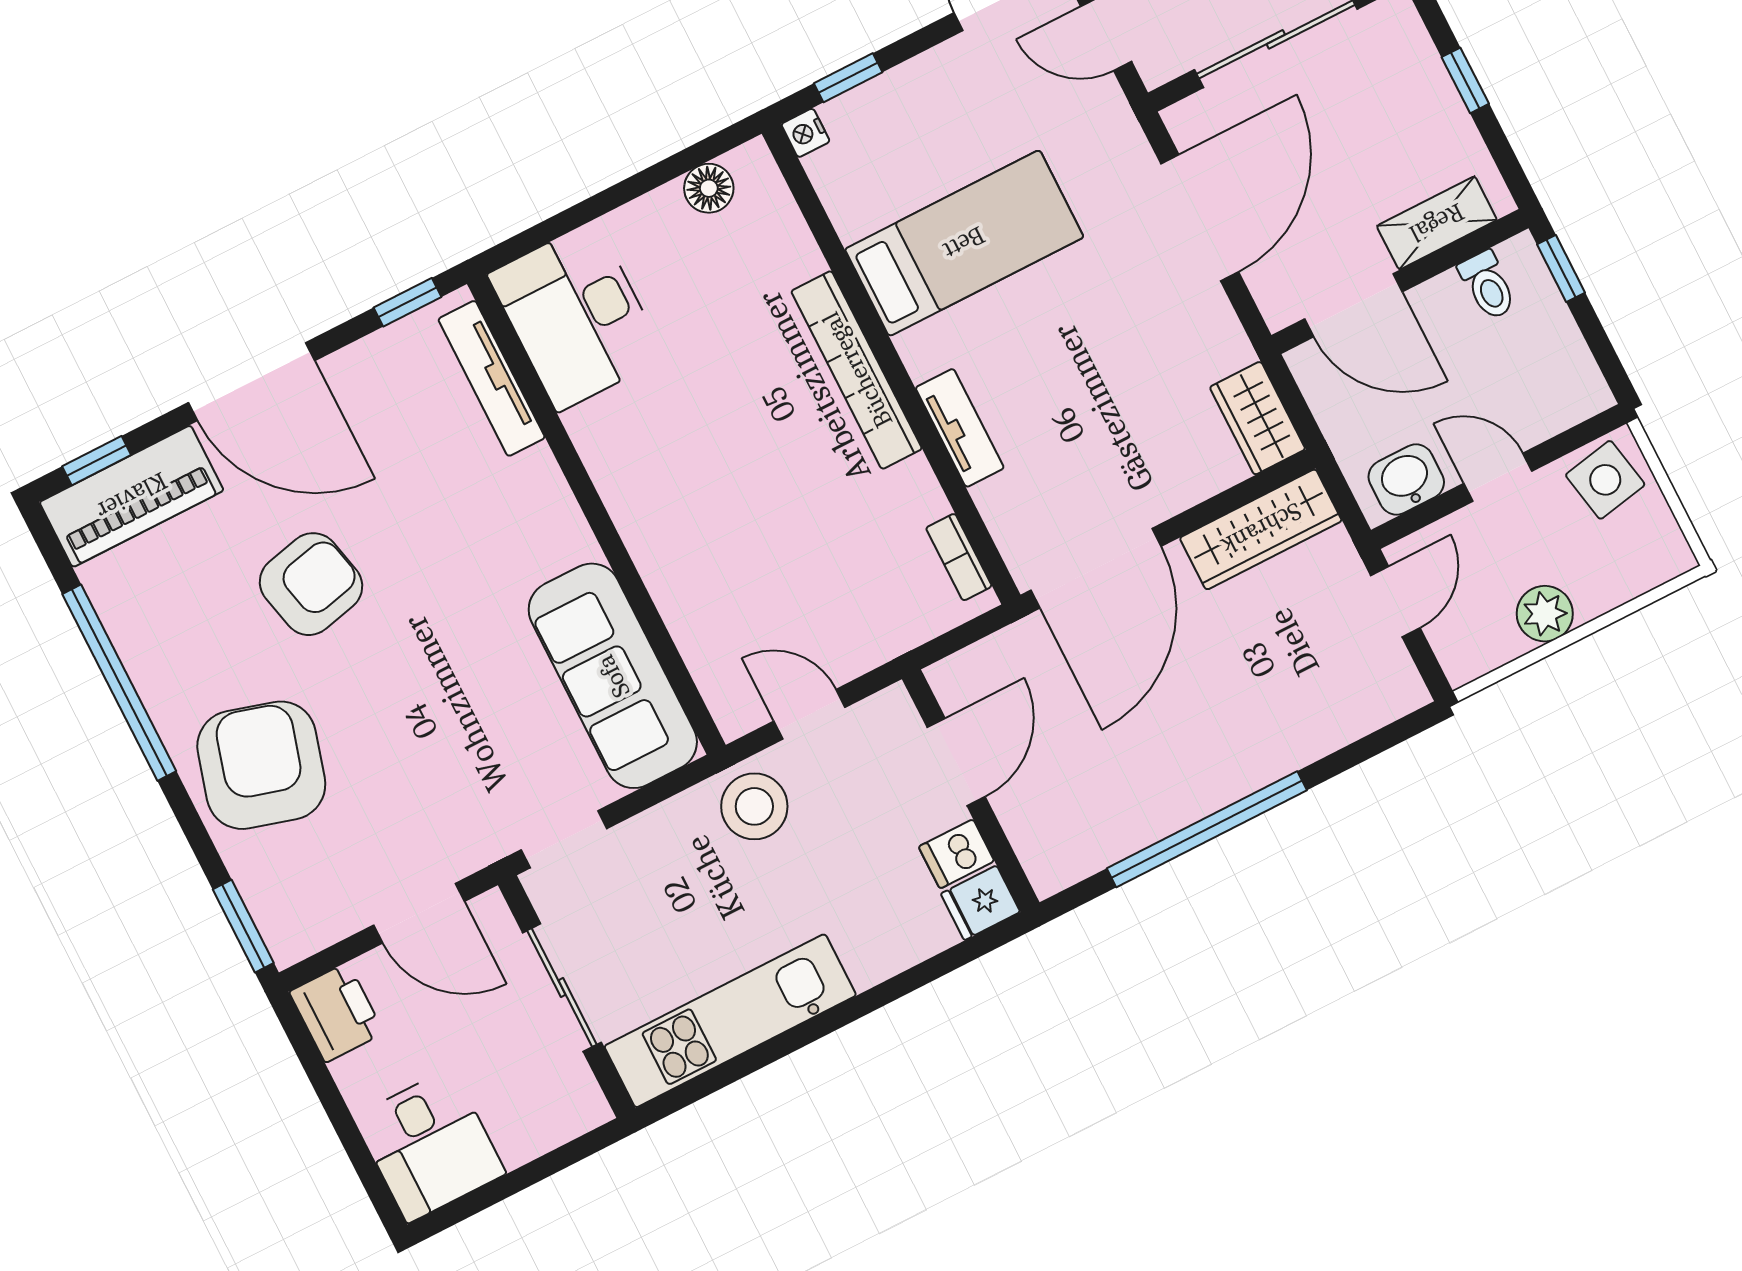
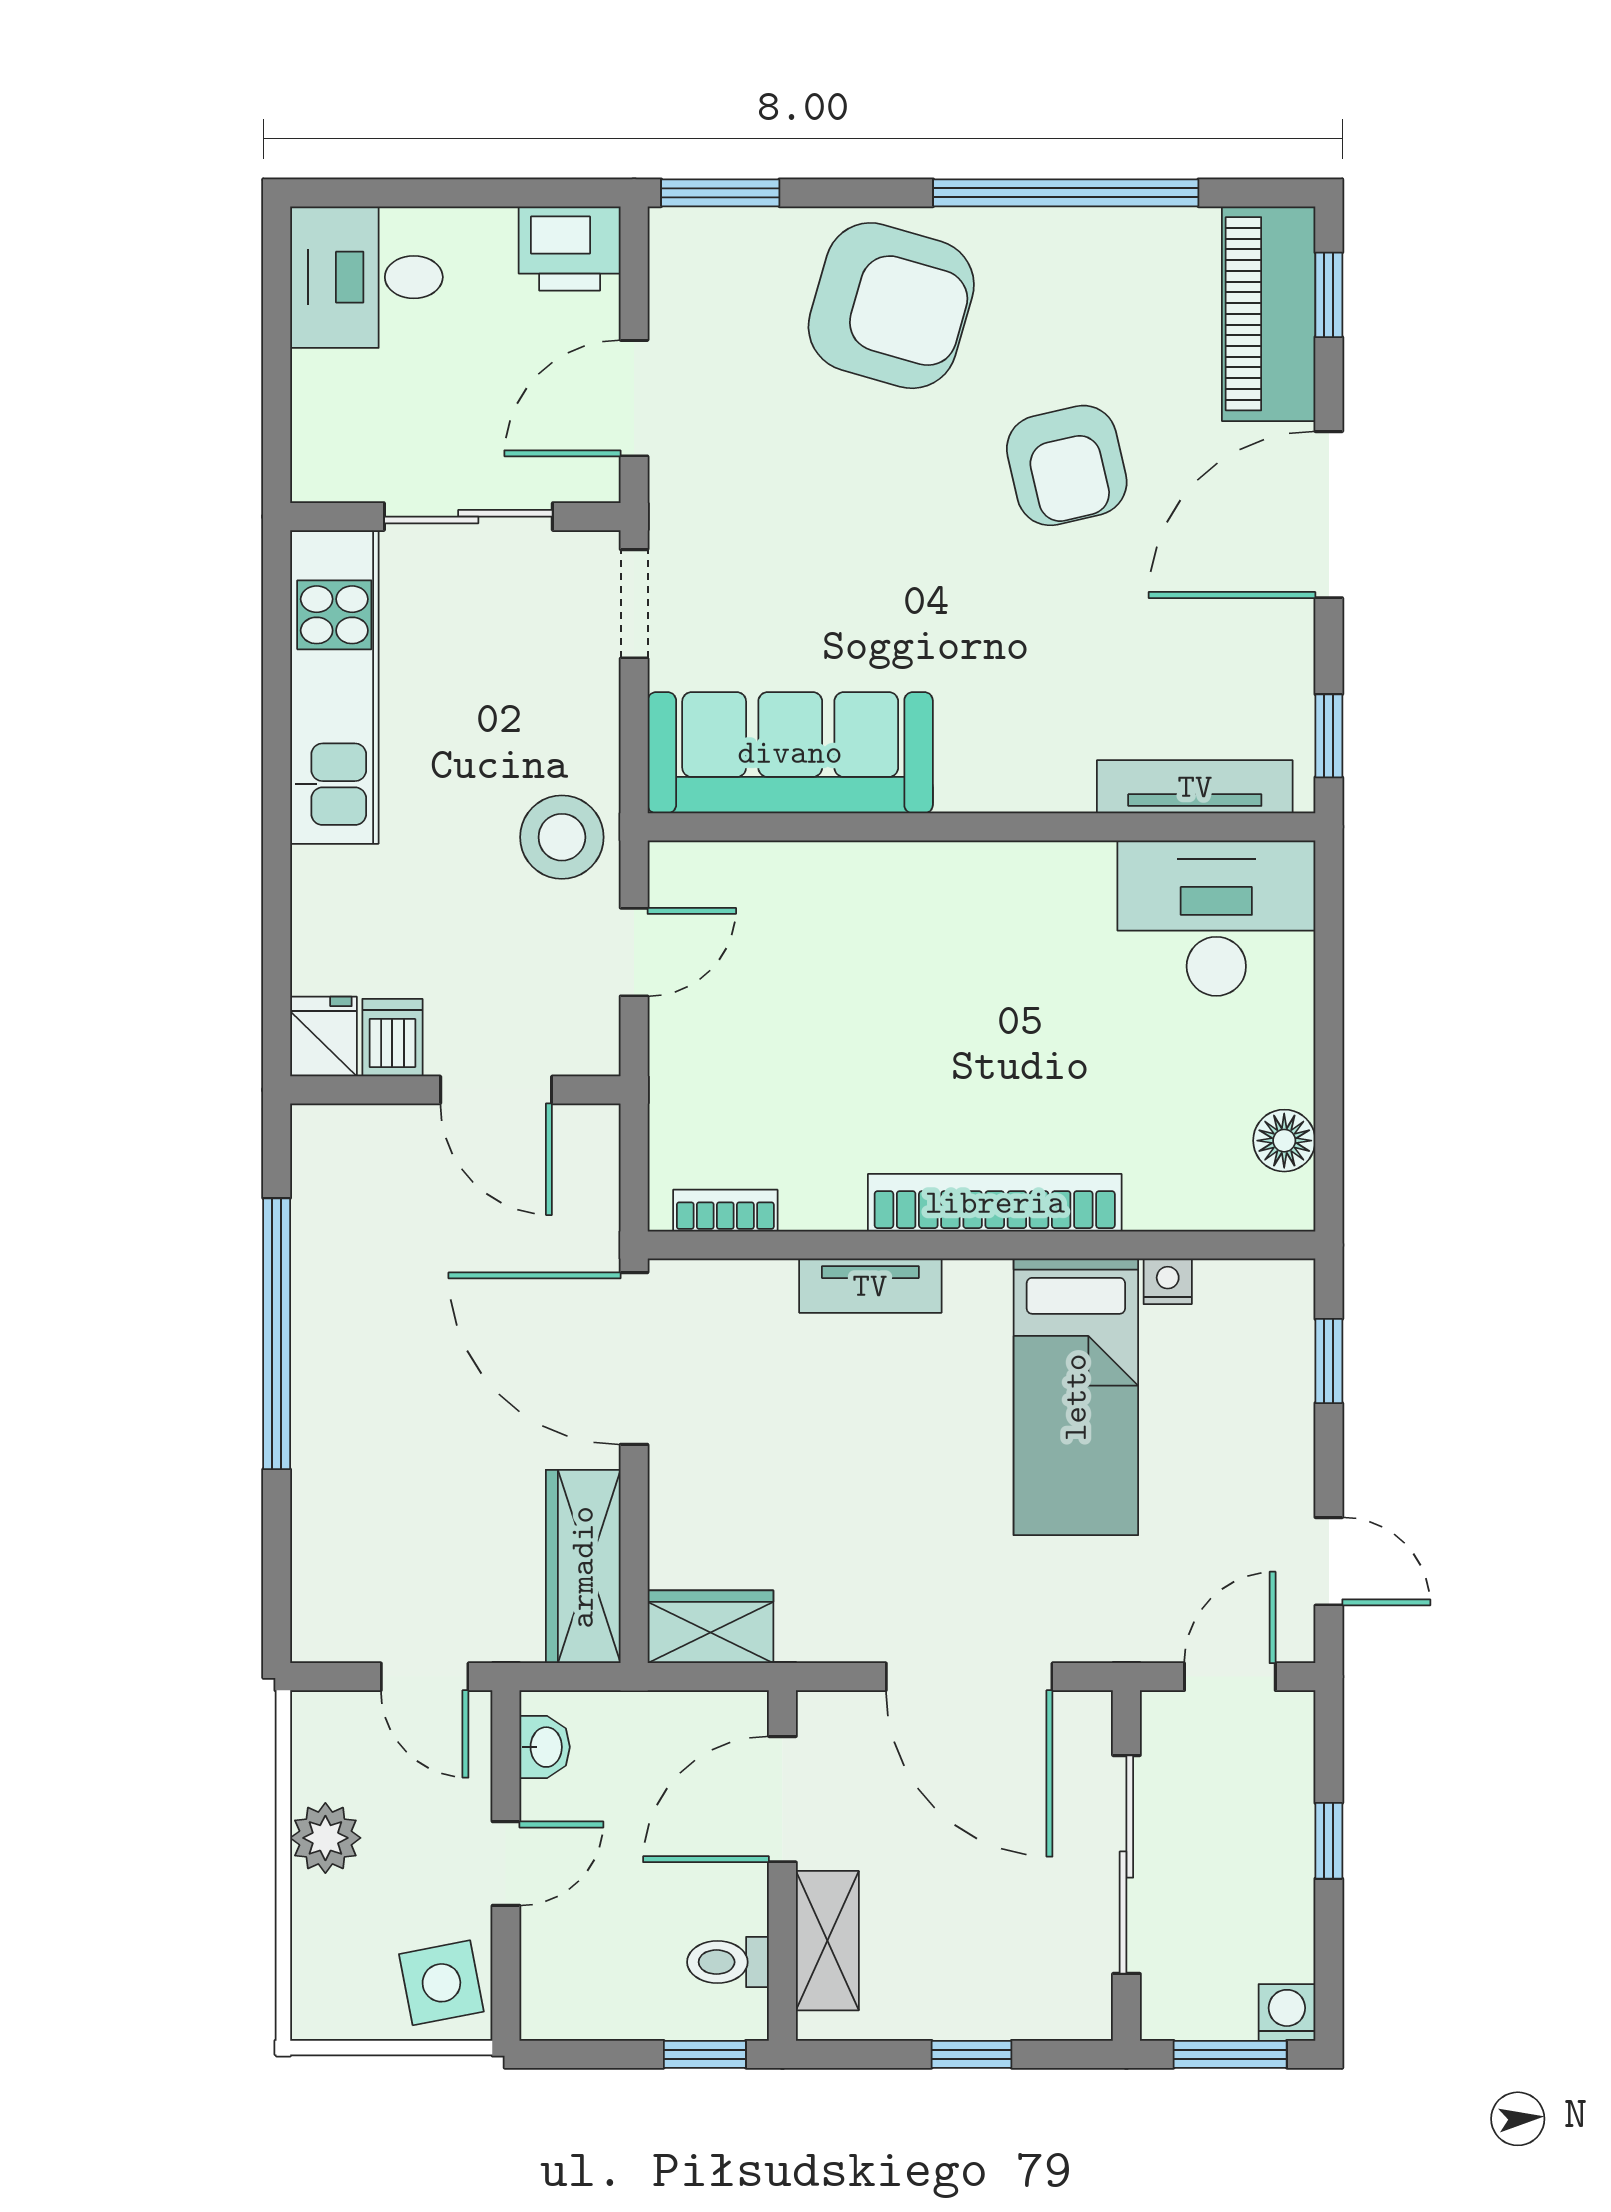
nightstand: (806, 133) -> (1168, 1281), moved
washbasin: (1406, 479) -> (545, 1747), width x0.72, depth x0.69

